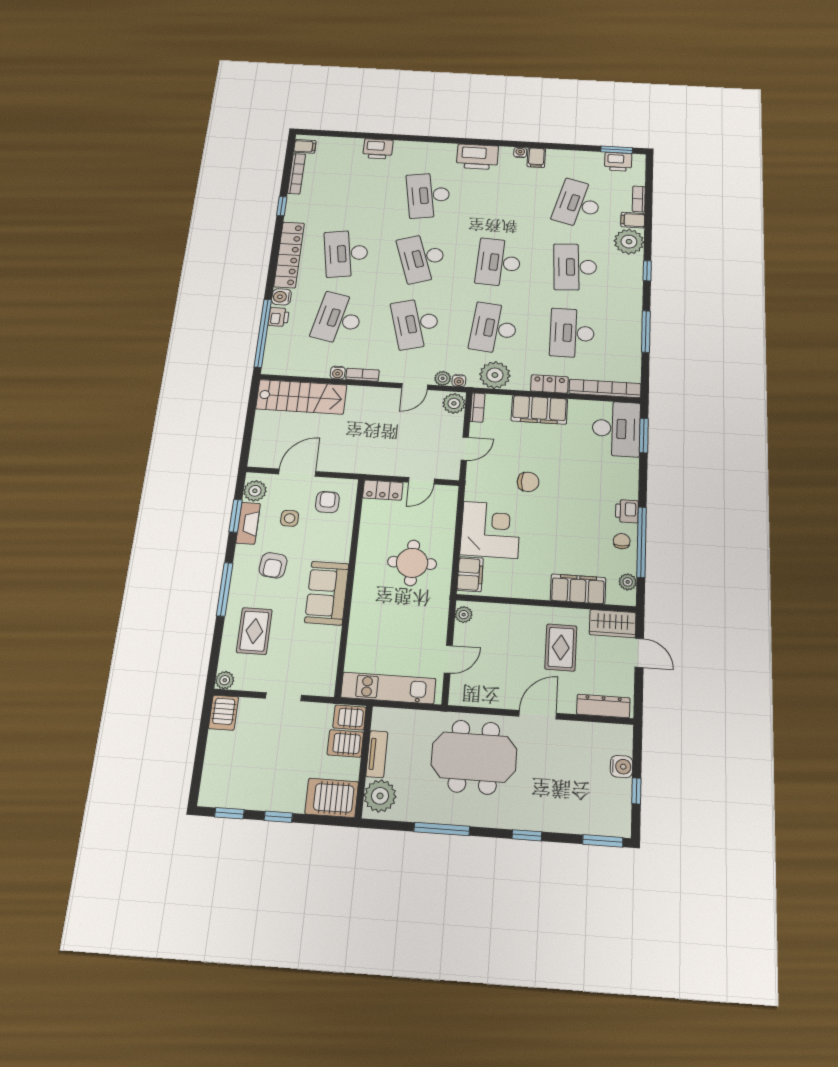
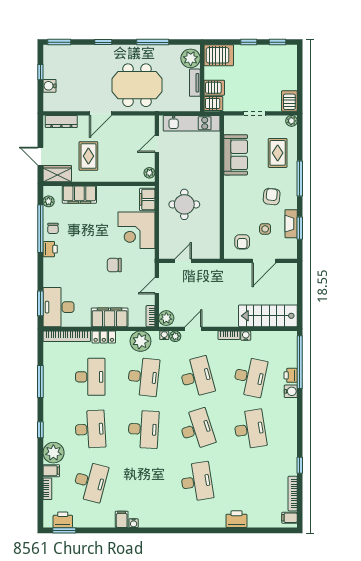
printer: (477, 157) -> (164, 517), removed
locker: (289, 255) -> (290, 425), removed
locker: (383, 490) -> (207, 253), removed
plant: (255, 491) -> (290, 246), removed
sofa: (327, 593) -> (236, 155), moved

